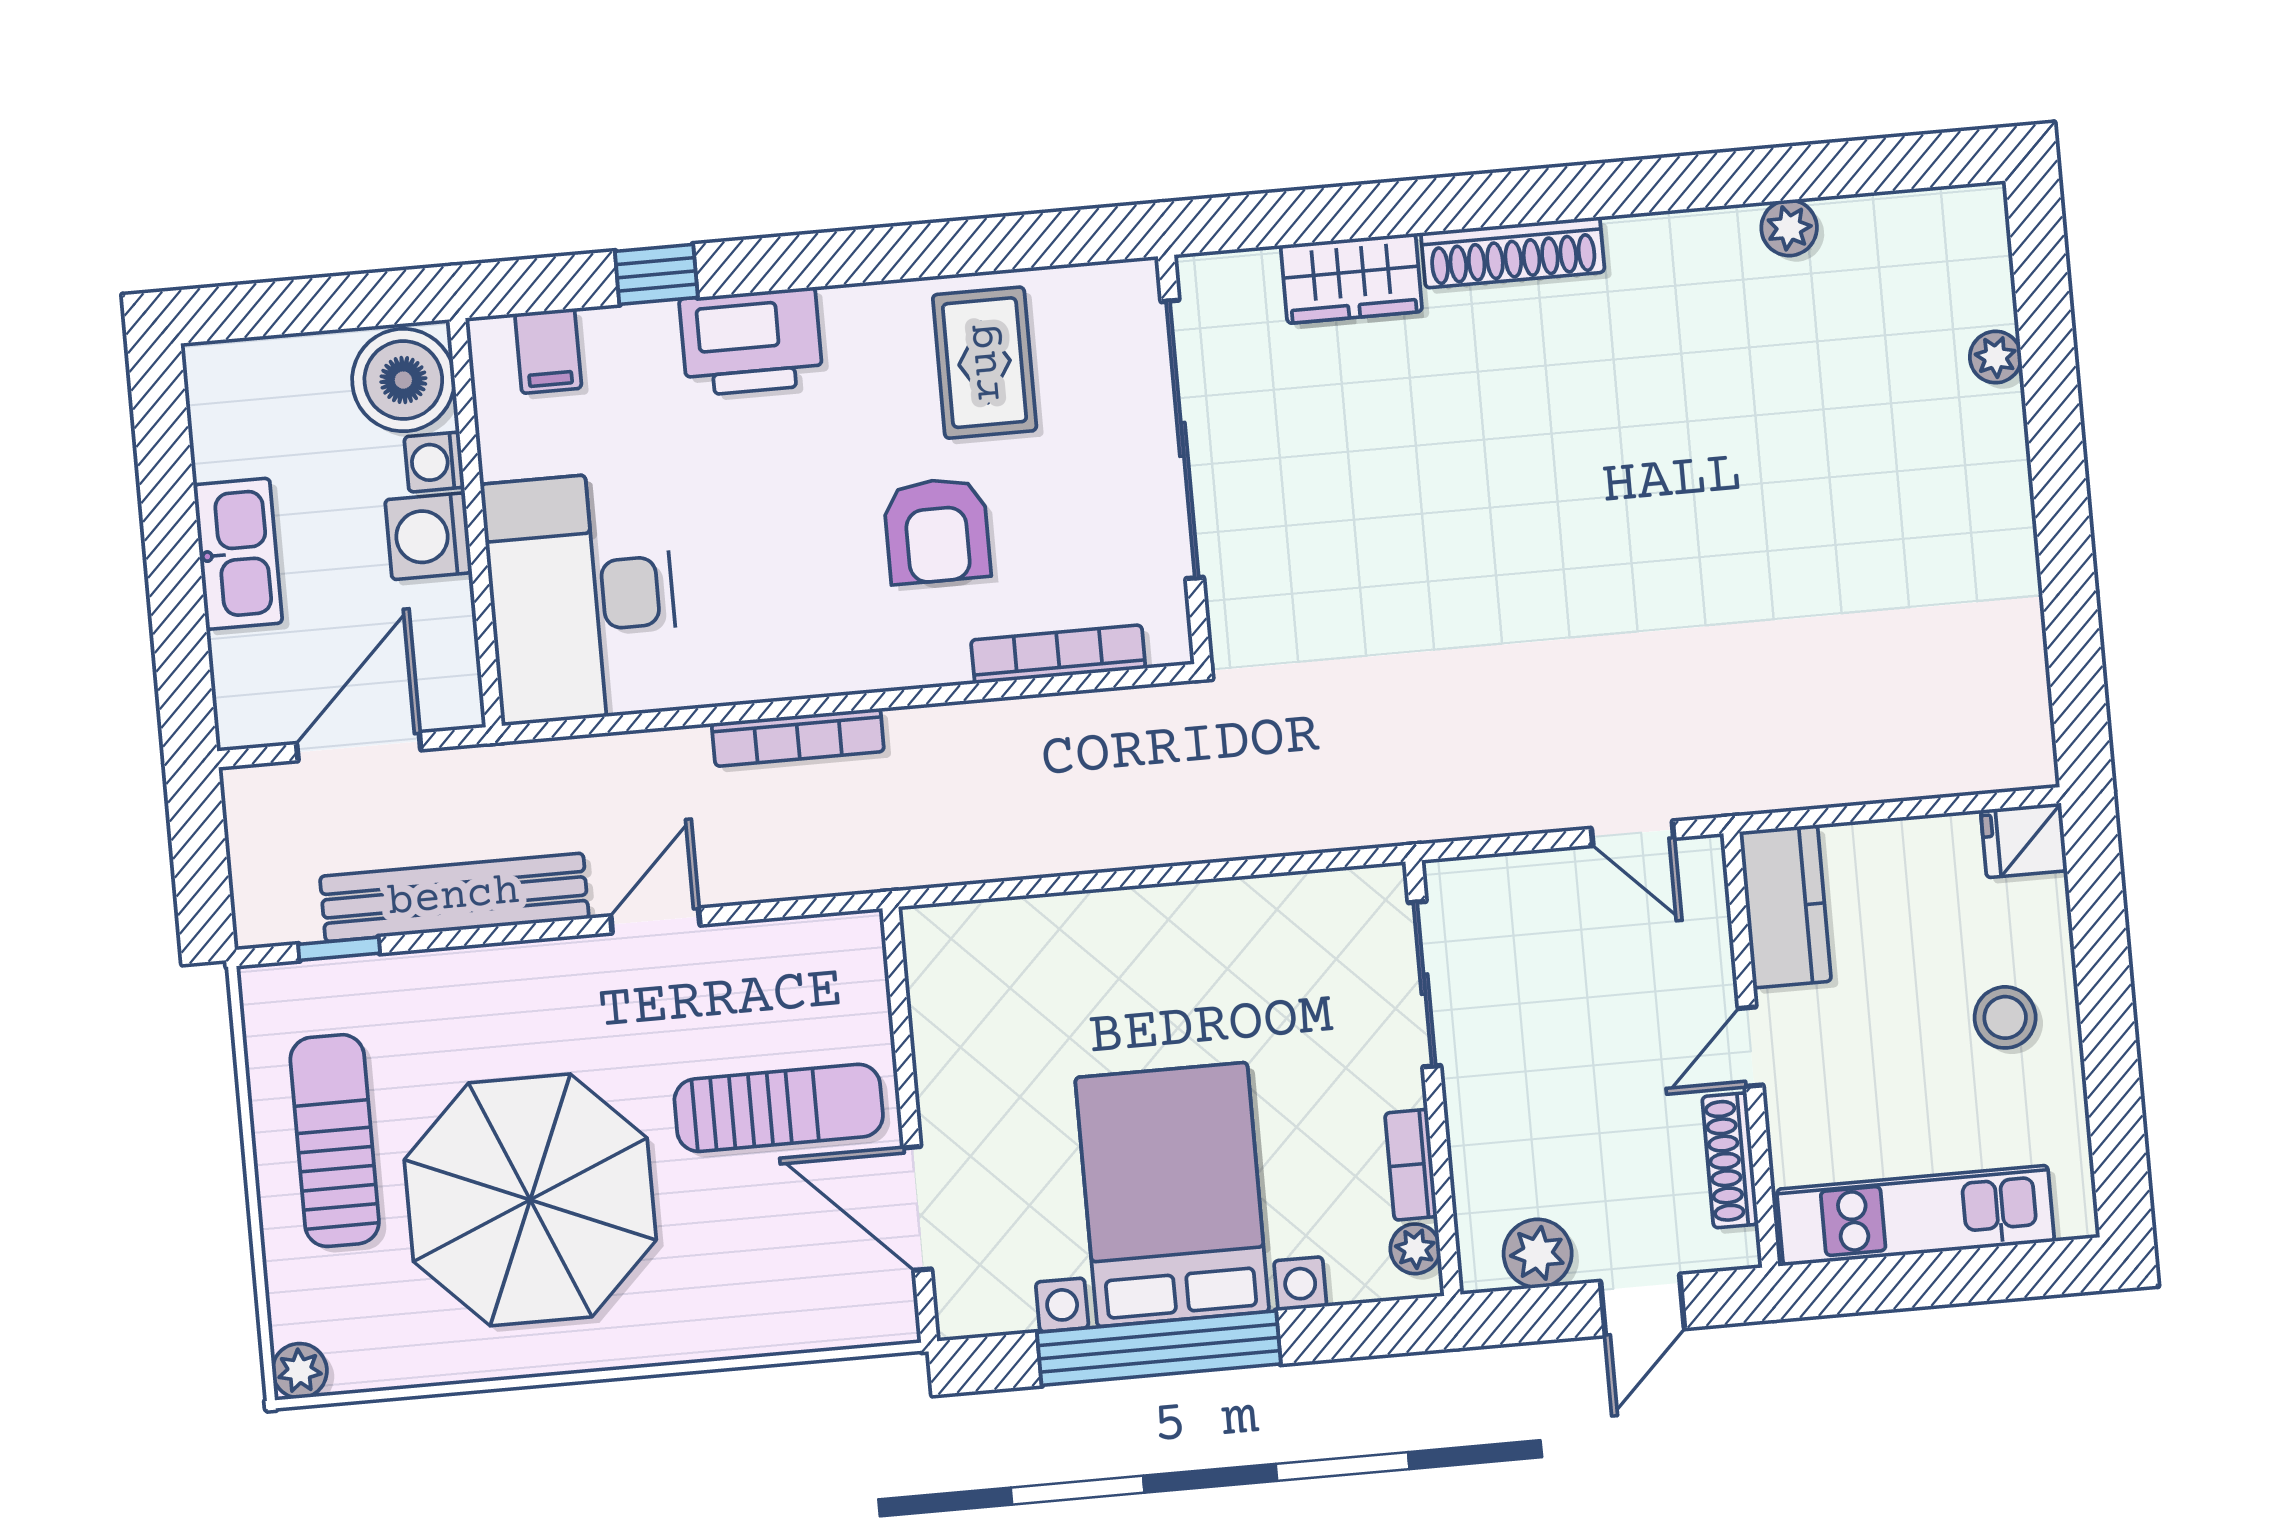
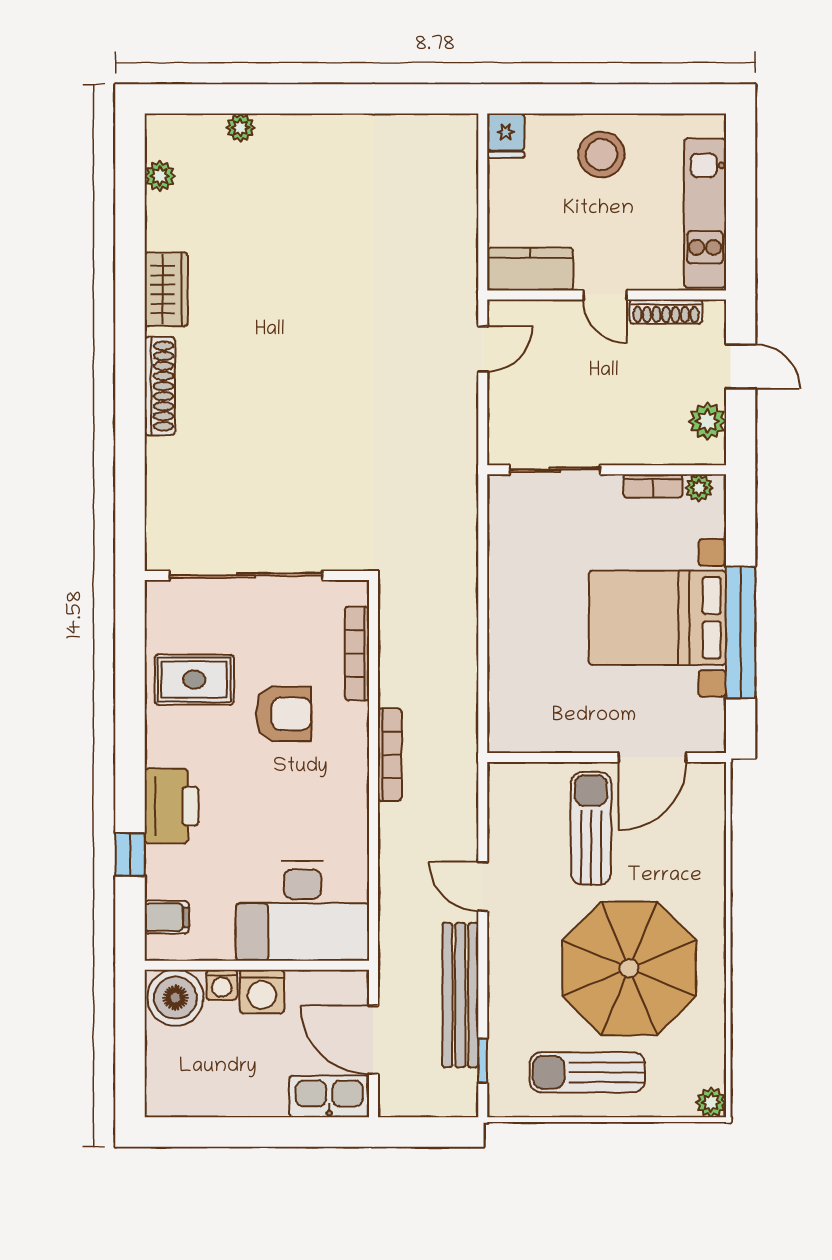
plant: (1789, 228) -> (160, 176), moved
wardrobe: (1351, 278) -> (166, 289), moved
kitchen sink: (238, 554) -> (329, 1096), moved
bookcase: (798, 737) -> (390, 755), moved
stool: (2005, 1017) -> (601, 155), width x1.38, depth x1.38

